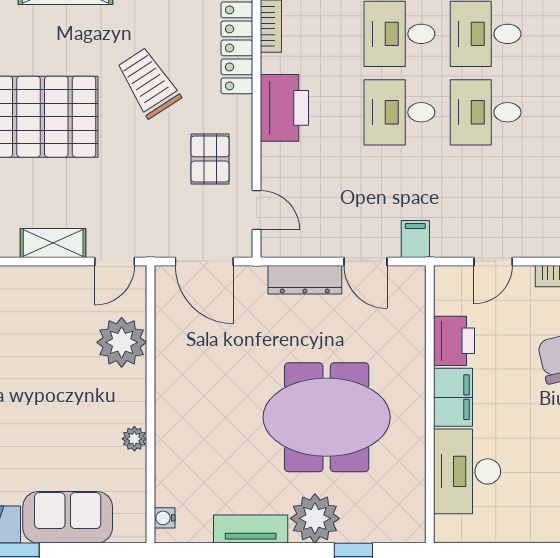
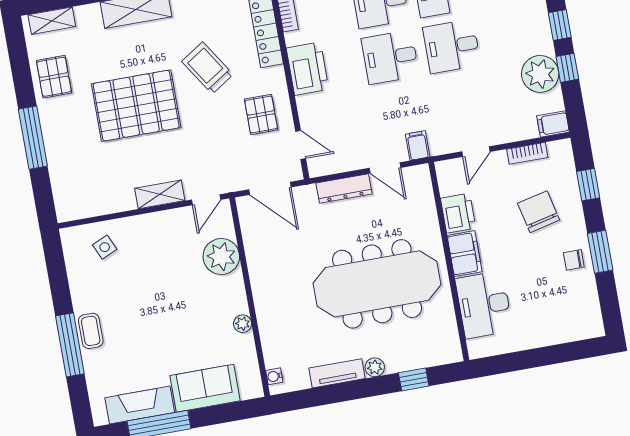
meeting table: (327, 417) -> (377, 284), width x1.36
plant: (315, 518) -> (375, 367), width x0.53, depth x0.53

